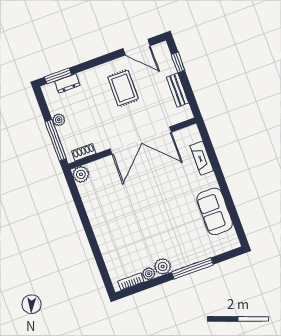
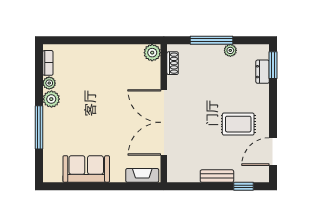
double door: (141, 140) -> (164, 122), moved
wall: (132, 144) -> (164, 113), moved
shoe rack: (84, 152) -> (173, 63), moved
plant: (81, 174) -> (152, 53), moved

